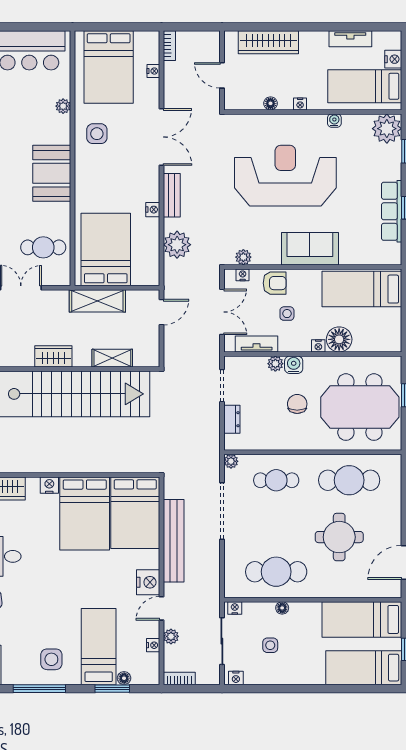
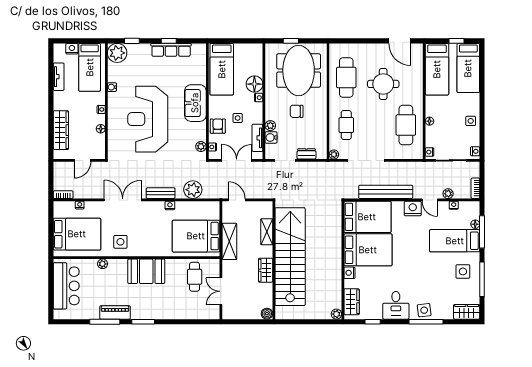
water cooler: (294, 365) -> (271, 137), moved
side table: (270, 645) -> (471, 121), moved
window: (112, 689) -> (482, 232), width x1.44

